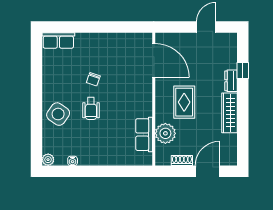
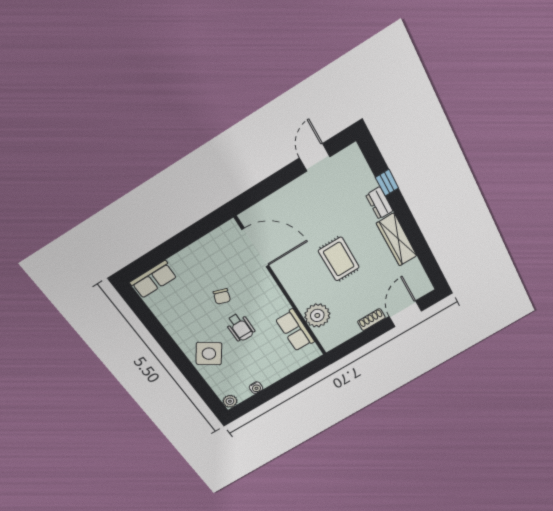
door: (154, 60) -> (255, 248), moved
wall: (154, 99) -> (282, 289), moved
plant: (165, 133) -> (317, 315), moved
row of seats: (144, 135) -> (295, 330), moved

